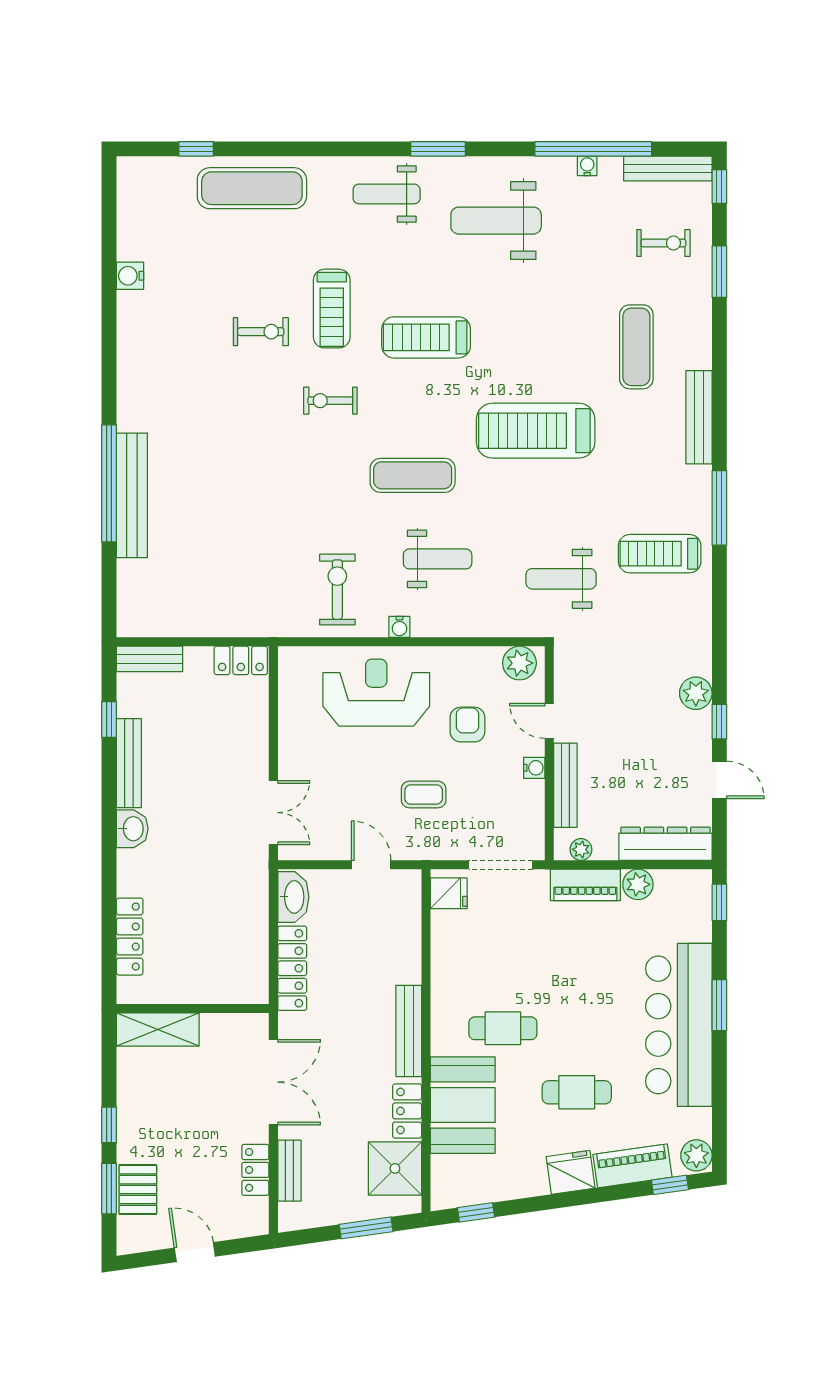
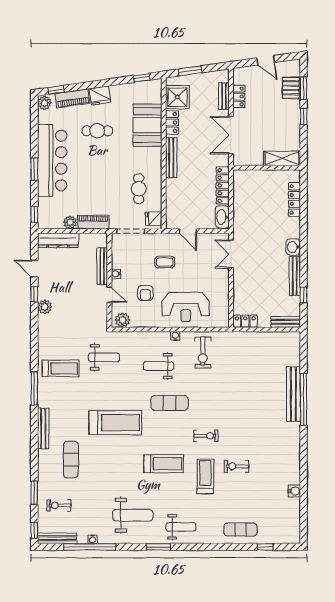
exercise mat: (252, 188) -> (240, 530), width x0.73, depth x0.69
plant: (581, 849) -> (95, 238), removed
cafe table: (503, 1028) -> (139, 189), moved, turned 90

